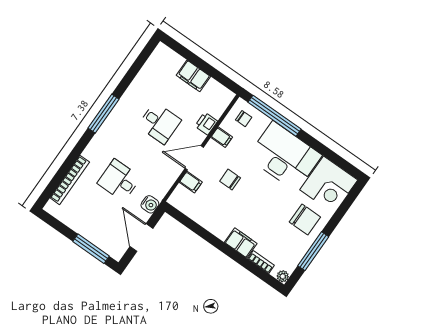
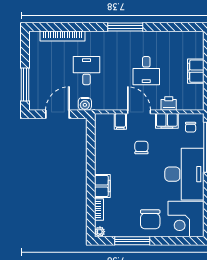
filing cabinet: (222, 137) -> (167, 121), width x2.00

